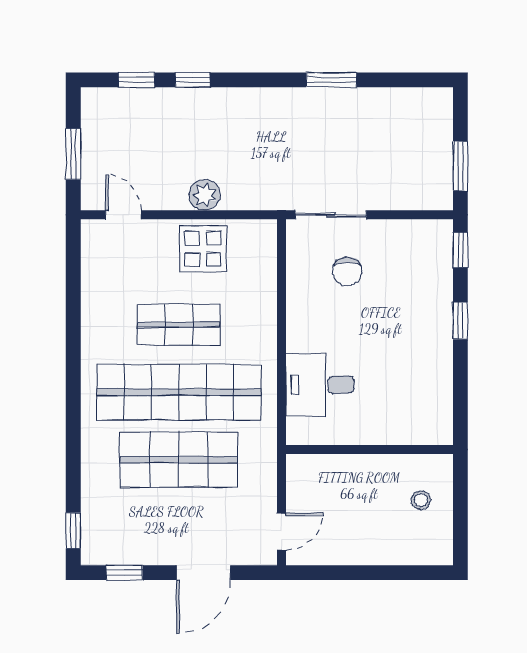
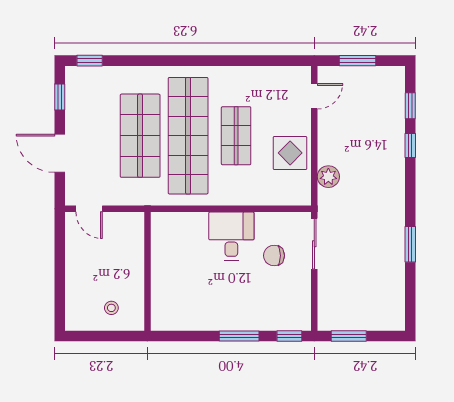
plant: (205, 195) -> (328, 177), moved
window: (460, 321) -> (239, 336), width x1.50
desk: (320, 385) -> (231, 236), moved

